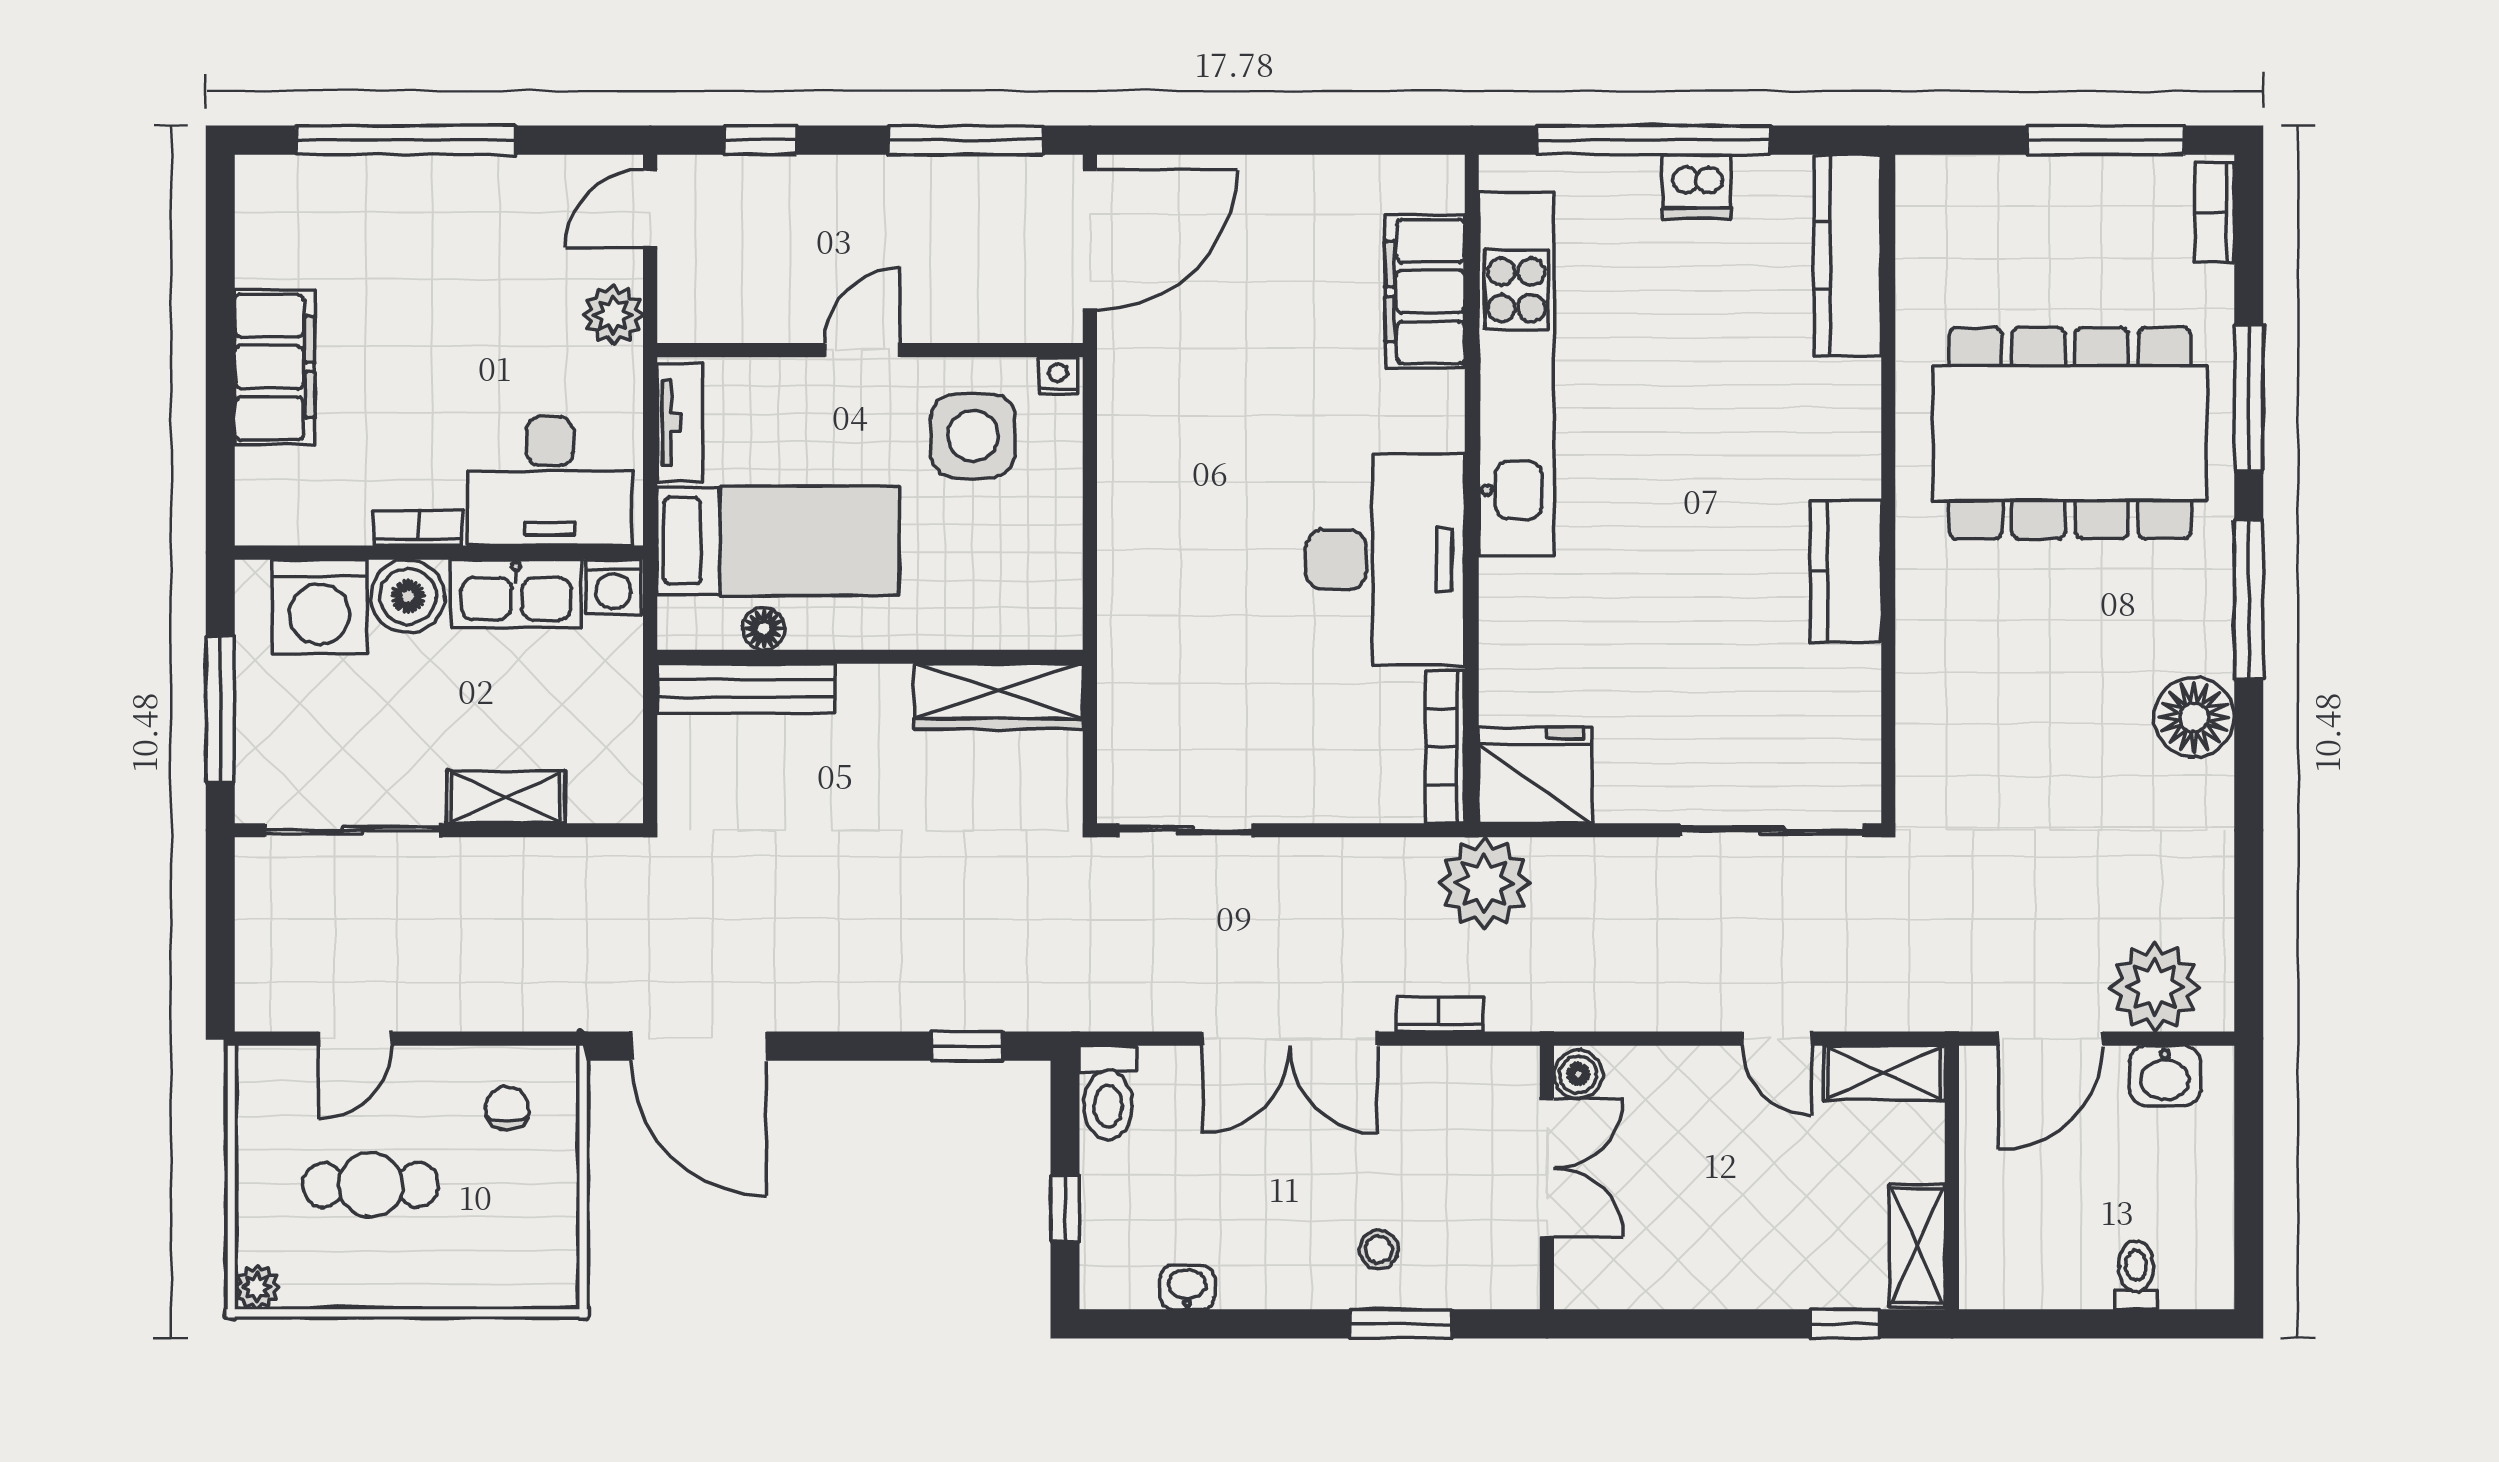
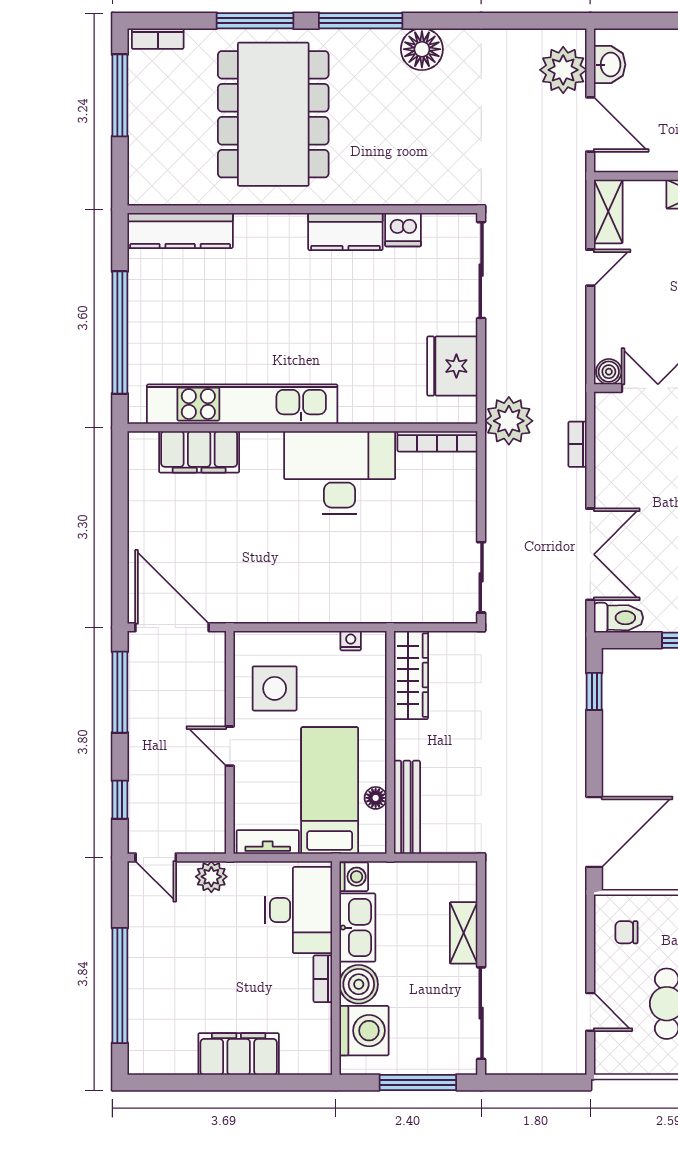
dishwasher: (1697, 186) -> (403, 230), moved, turned 90
nightstand: (1058, 376) -> (351, 641), moved, turned 90
fridge: (1535, 775) -> (452, 366), moved
double door: (1289, 1039) -> (590, 554), moved

